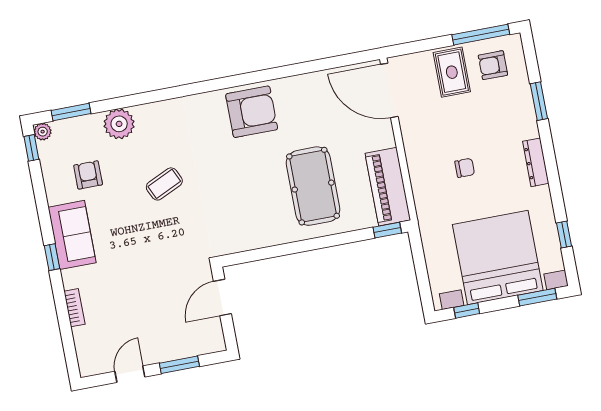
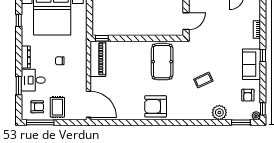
desk: (511, 118) -> (33, 80), added
armchair: (88, 175) -> (248, 95), moved
pool table: (313, 186) -> (162, 62), moved

